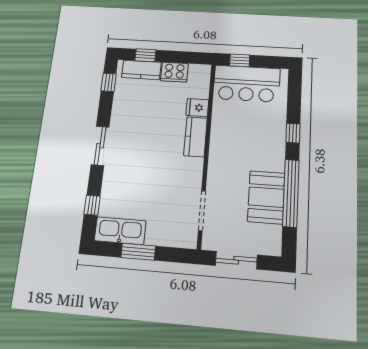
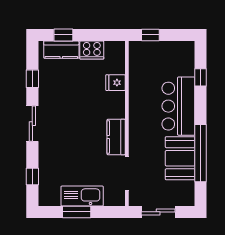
window: (109, 82) -> (32, 79), moved
bar counter: (247, 84) -> (178, 106), moved, turned 90
window: (293, 133) -> (201, 77), moved
kitchen counter: (196, 137) -> (116, 137), moved
kitchen sink: (120, 231) -> (82, 196), moved

